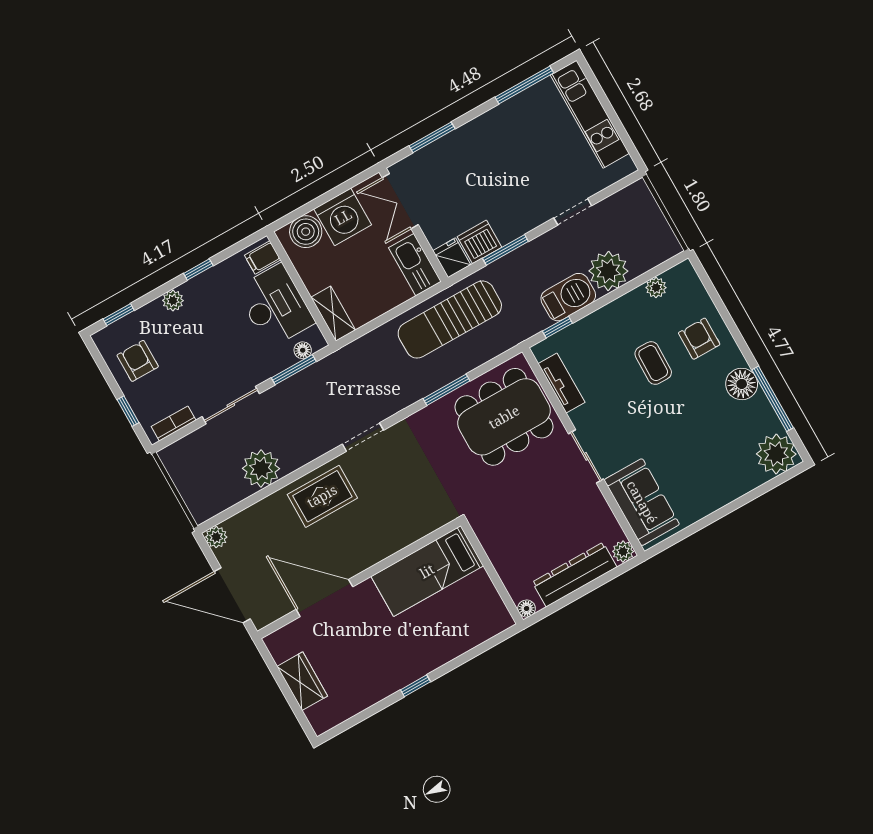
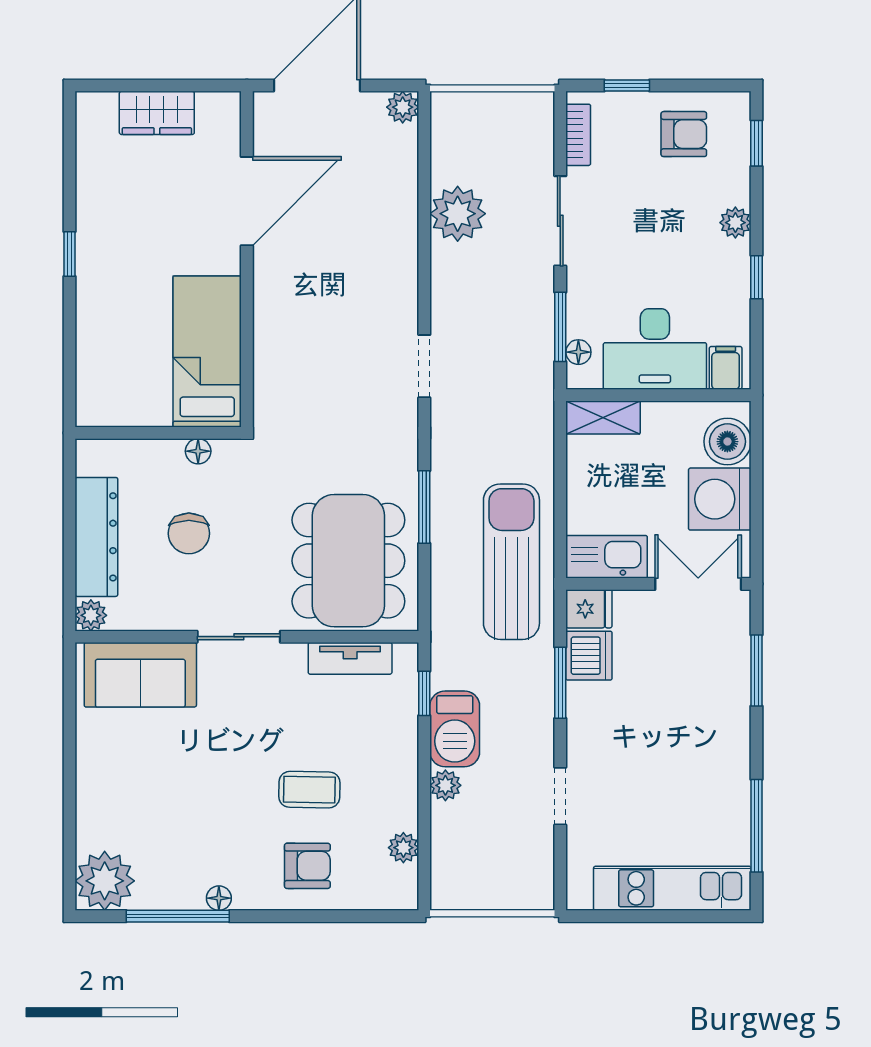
plant: (608, 271) -> (445, 785), width x0.53, depth x0.53
floor lamp: (742, 384) -> (219, 898), width x0.53, depth x0.53
rug: (322, 496) -> (378, 272), removed
chair: (541, 521) -> (189, 533), added
floor lamp: (527, 608) -> (198, 451), moved

